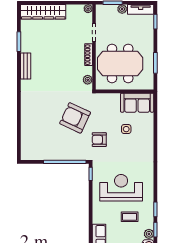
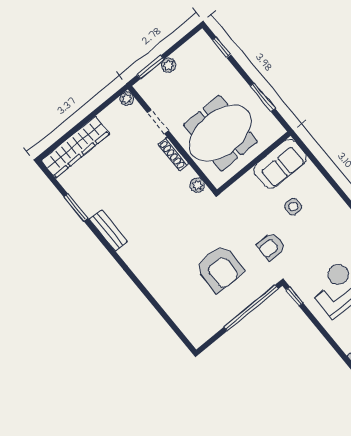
tv unit: (141, 9) -> (191, 47), removed
armchair: (75, 118) -> (220, 268), moved, turned -114

